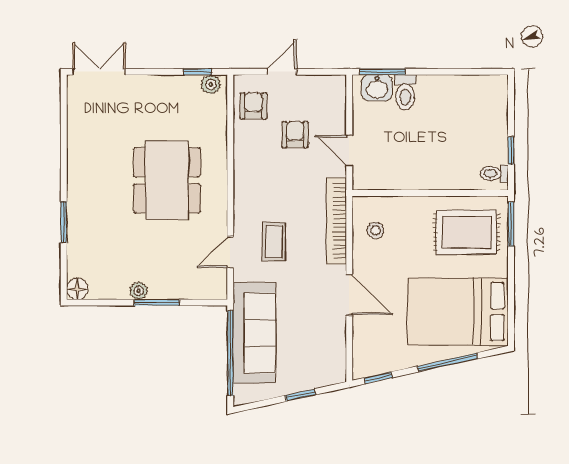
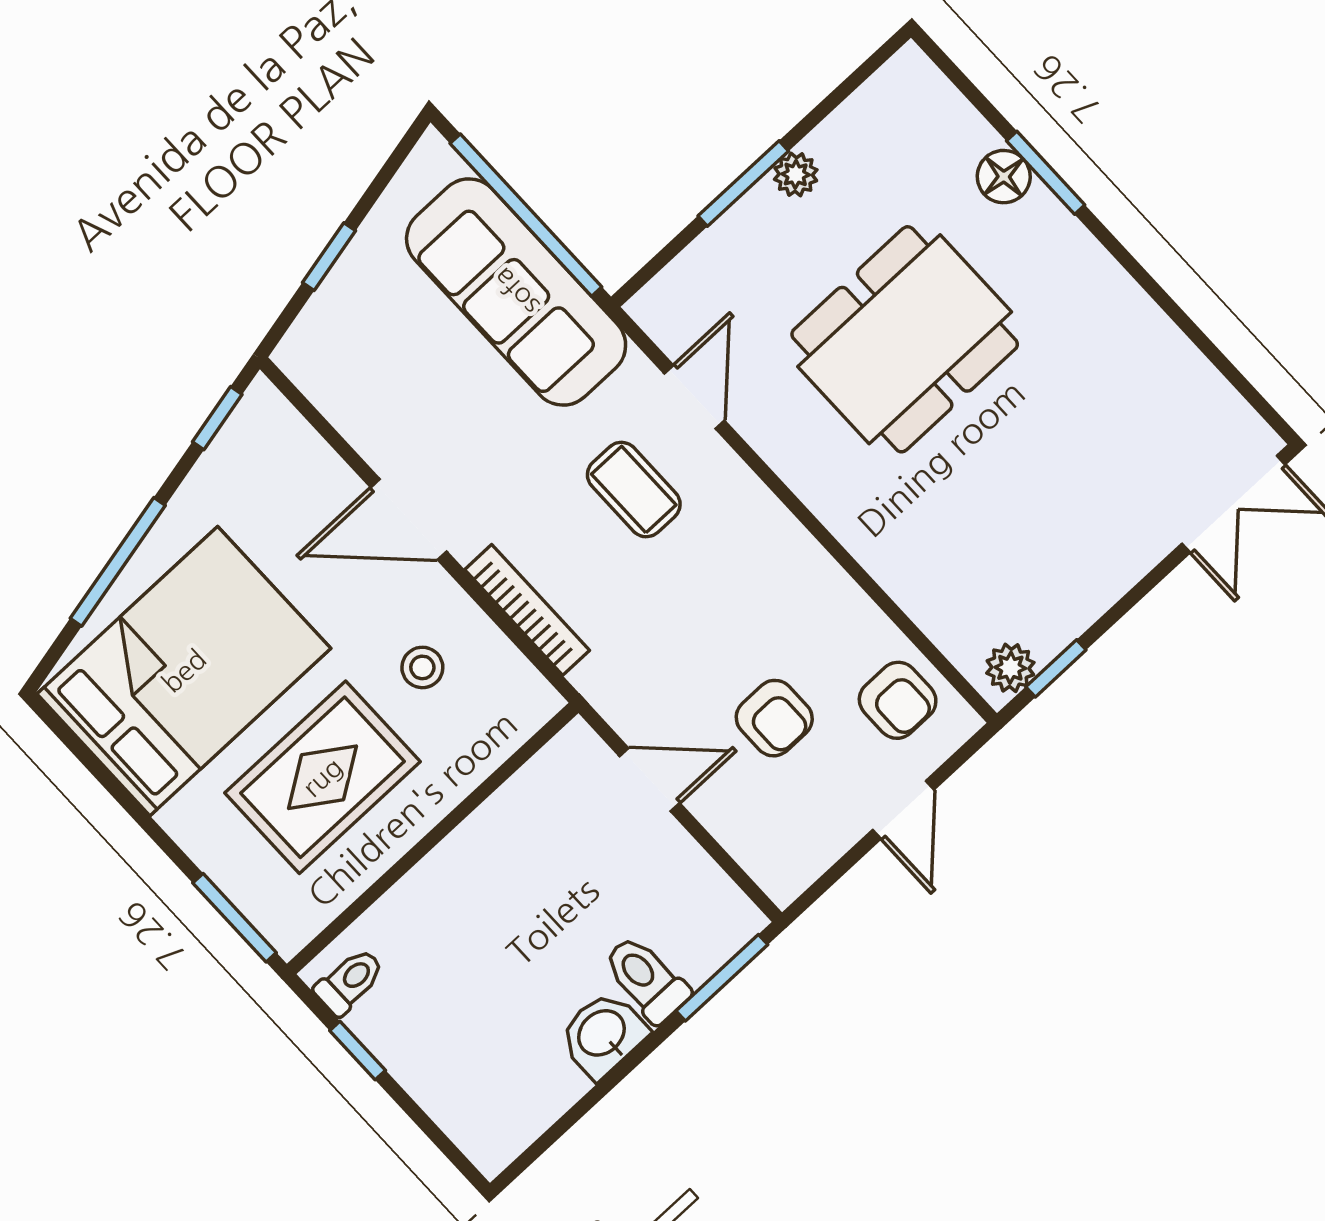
washbasin: (377, 88) -> (603, 1034), moved
dining table: (167, 180) -> (905, 339), moved, turned 90
bookcase: (336, 221) -> (527, 610), width x0.68, depth x0.76
stool: (375, 230) -> (422, 667), moved
rug: (467, 232) -> (322, 777), moved
floor lamp: (77, 289) -> (1004, 177), moved

